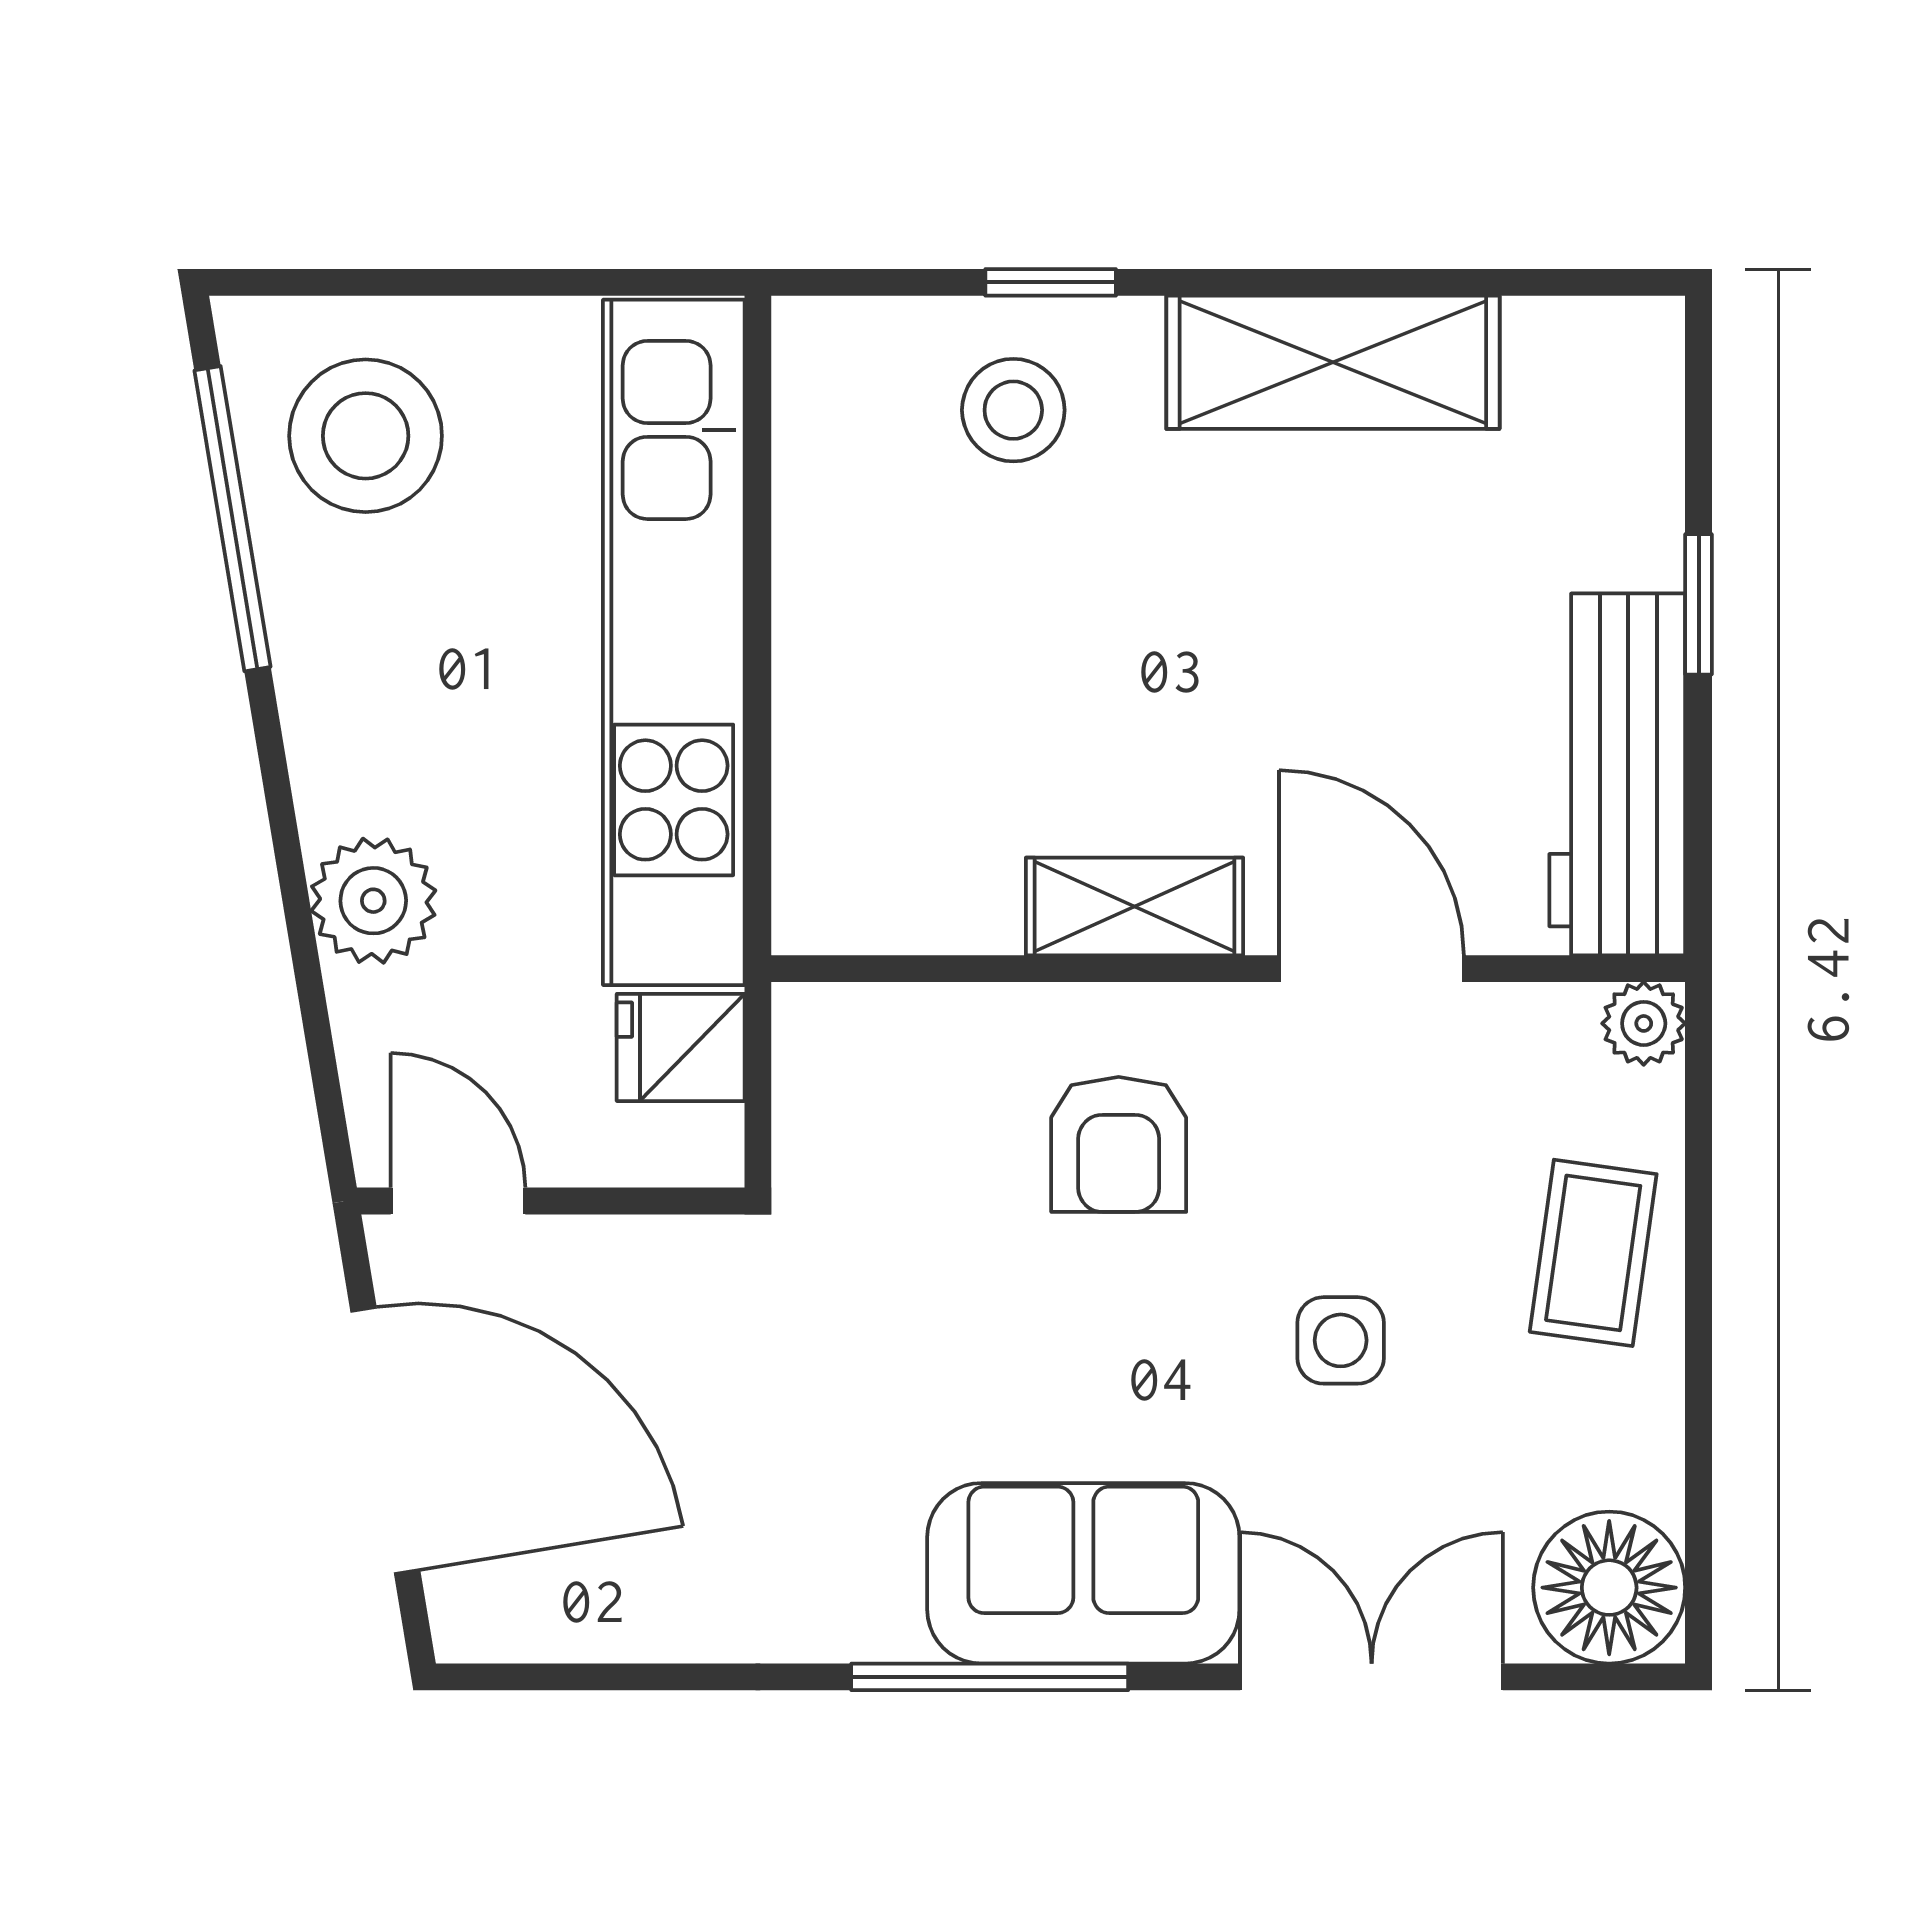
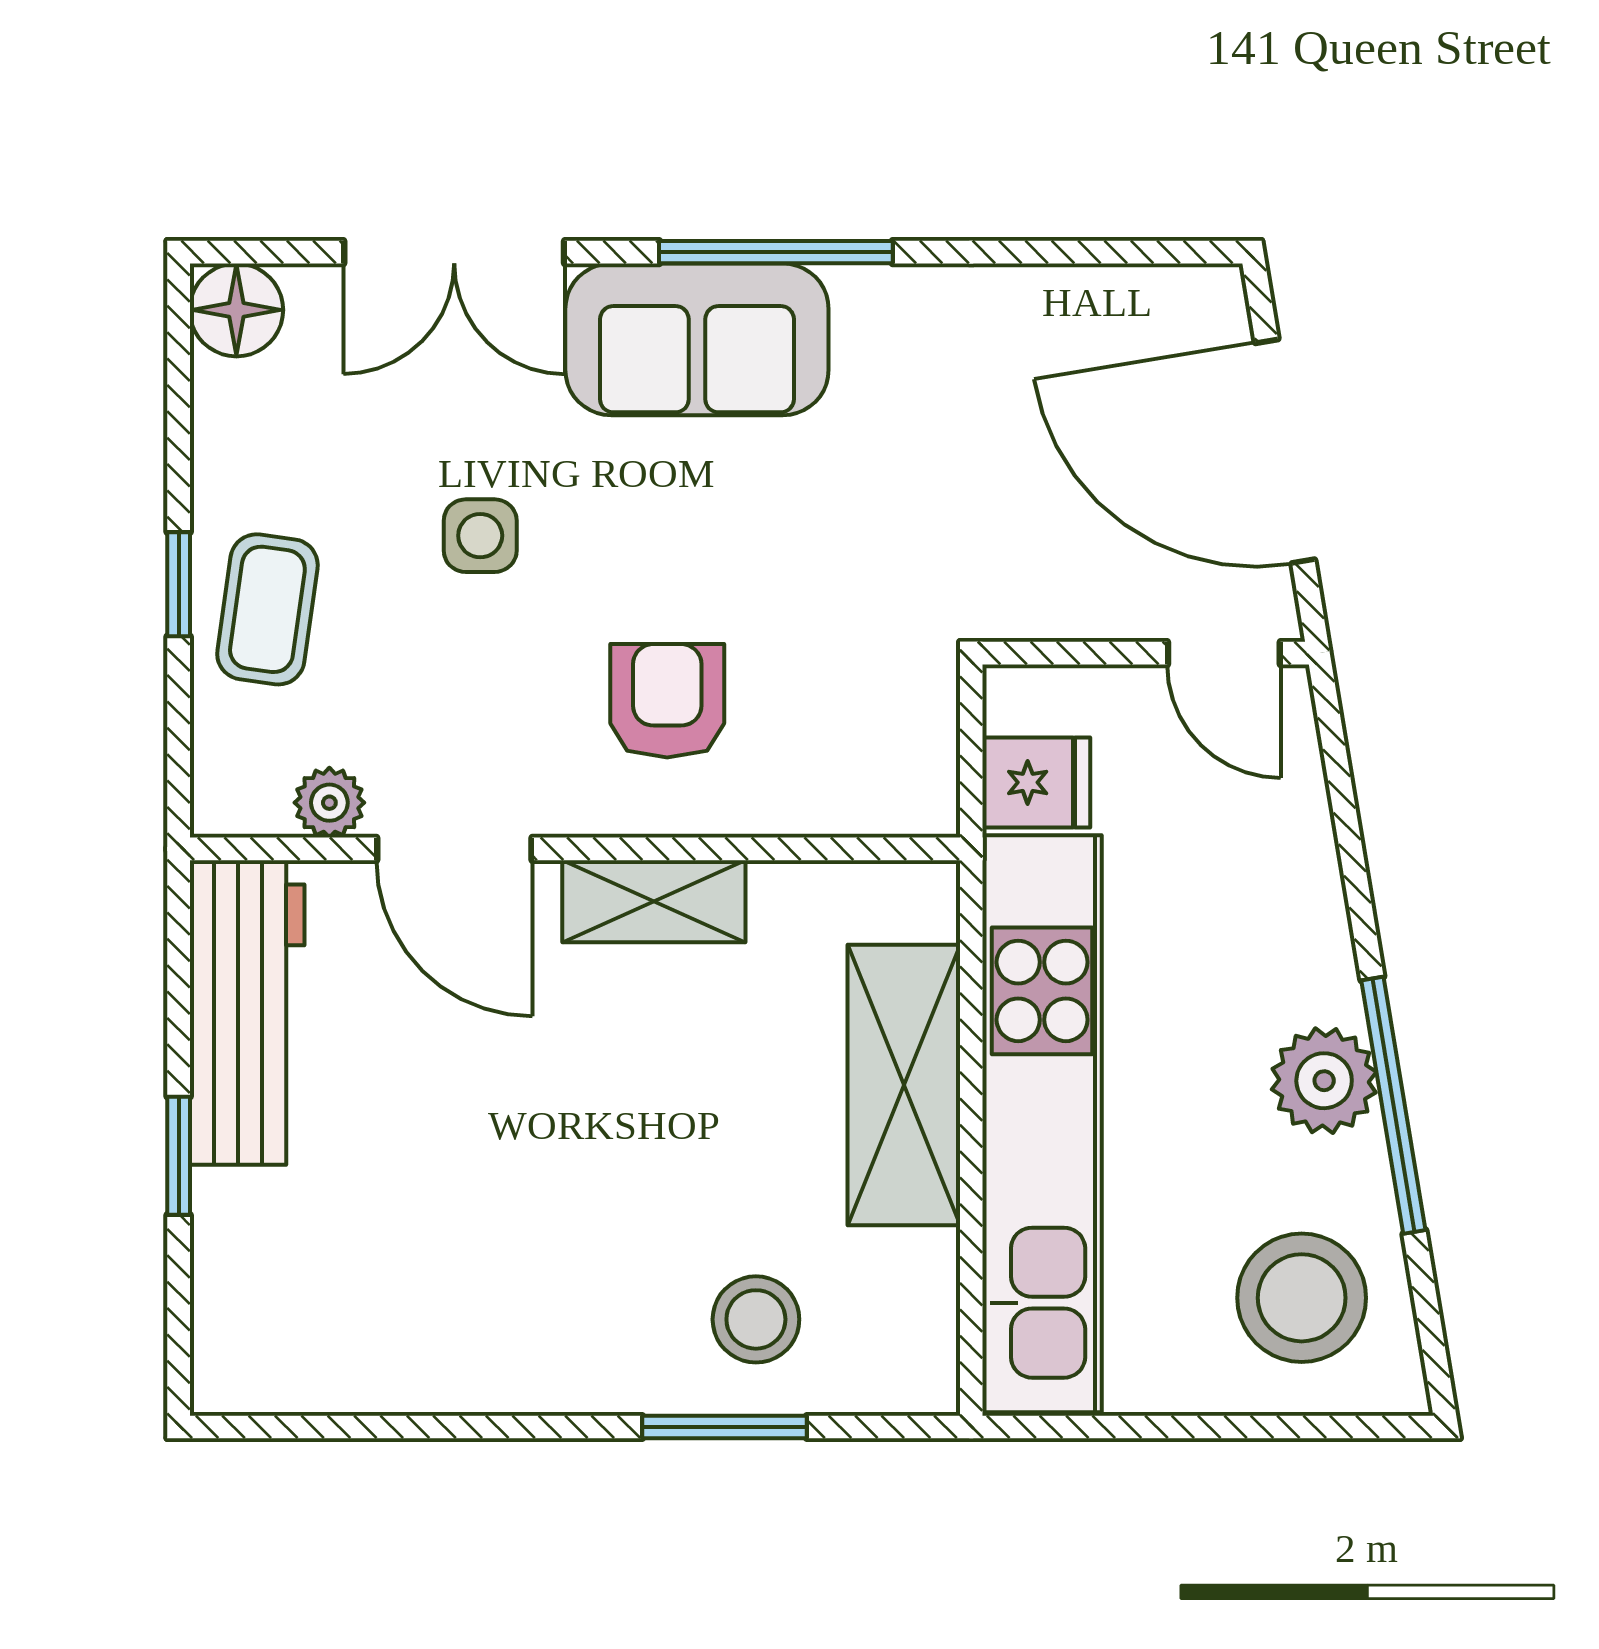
window: (1051, 282) -> (725, 1427), width x1.50
shelving: (1333, 362) -> (904, 1085), moved, turned 90
window: (233, 519) -> (1393, 1105), moved
plant: (373, 901) -> (1324, 1081), moved
plant: (1644, 1023) -> (329, 803), moved
window: (1699, 1283) -> (179, 584), added
floor lamp: (1609, 1588) -> (236, 310), width x0.73, depth x0.73

